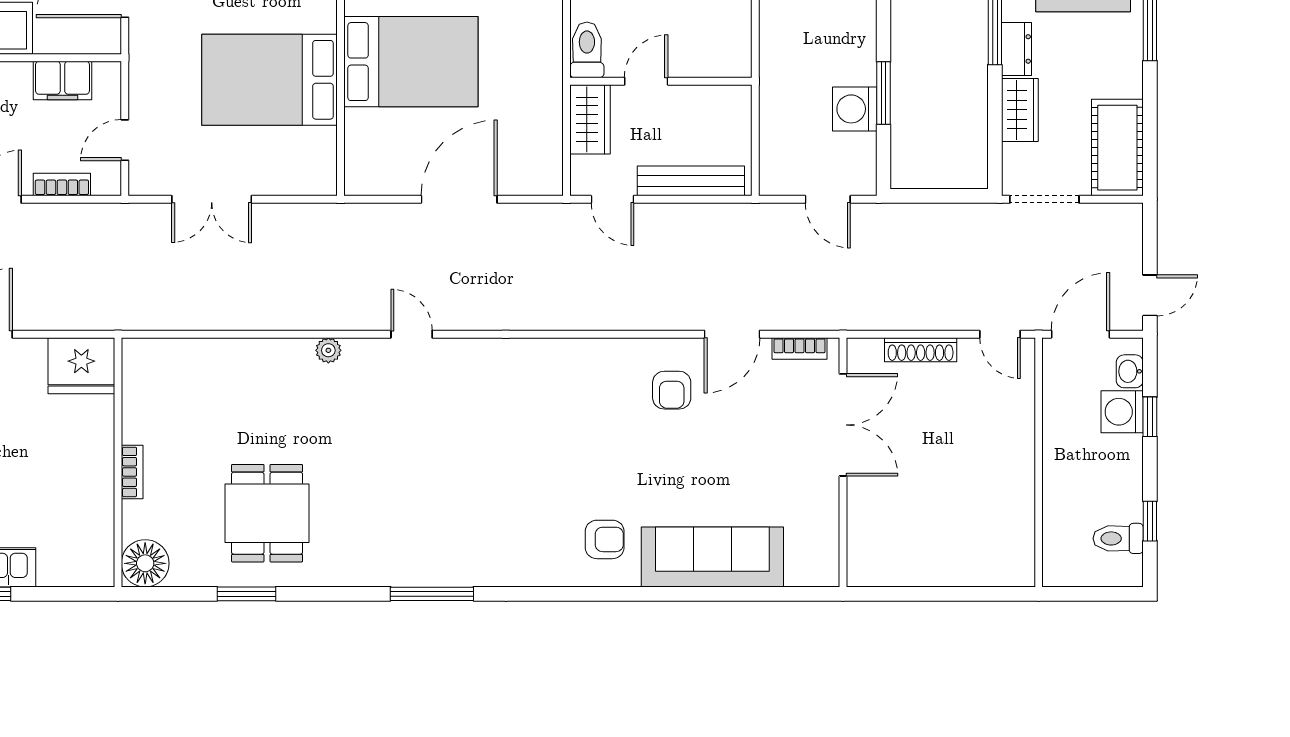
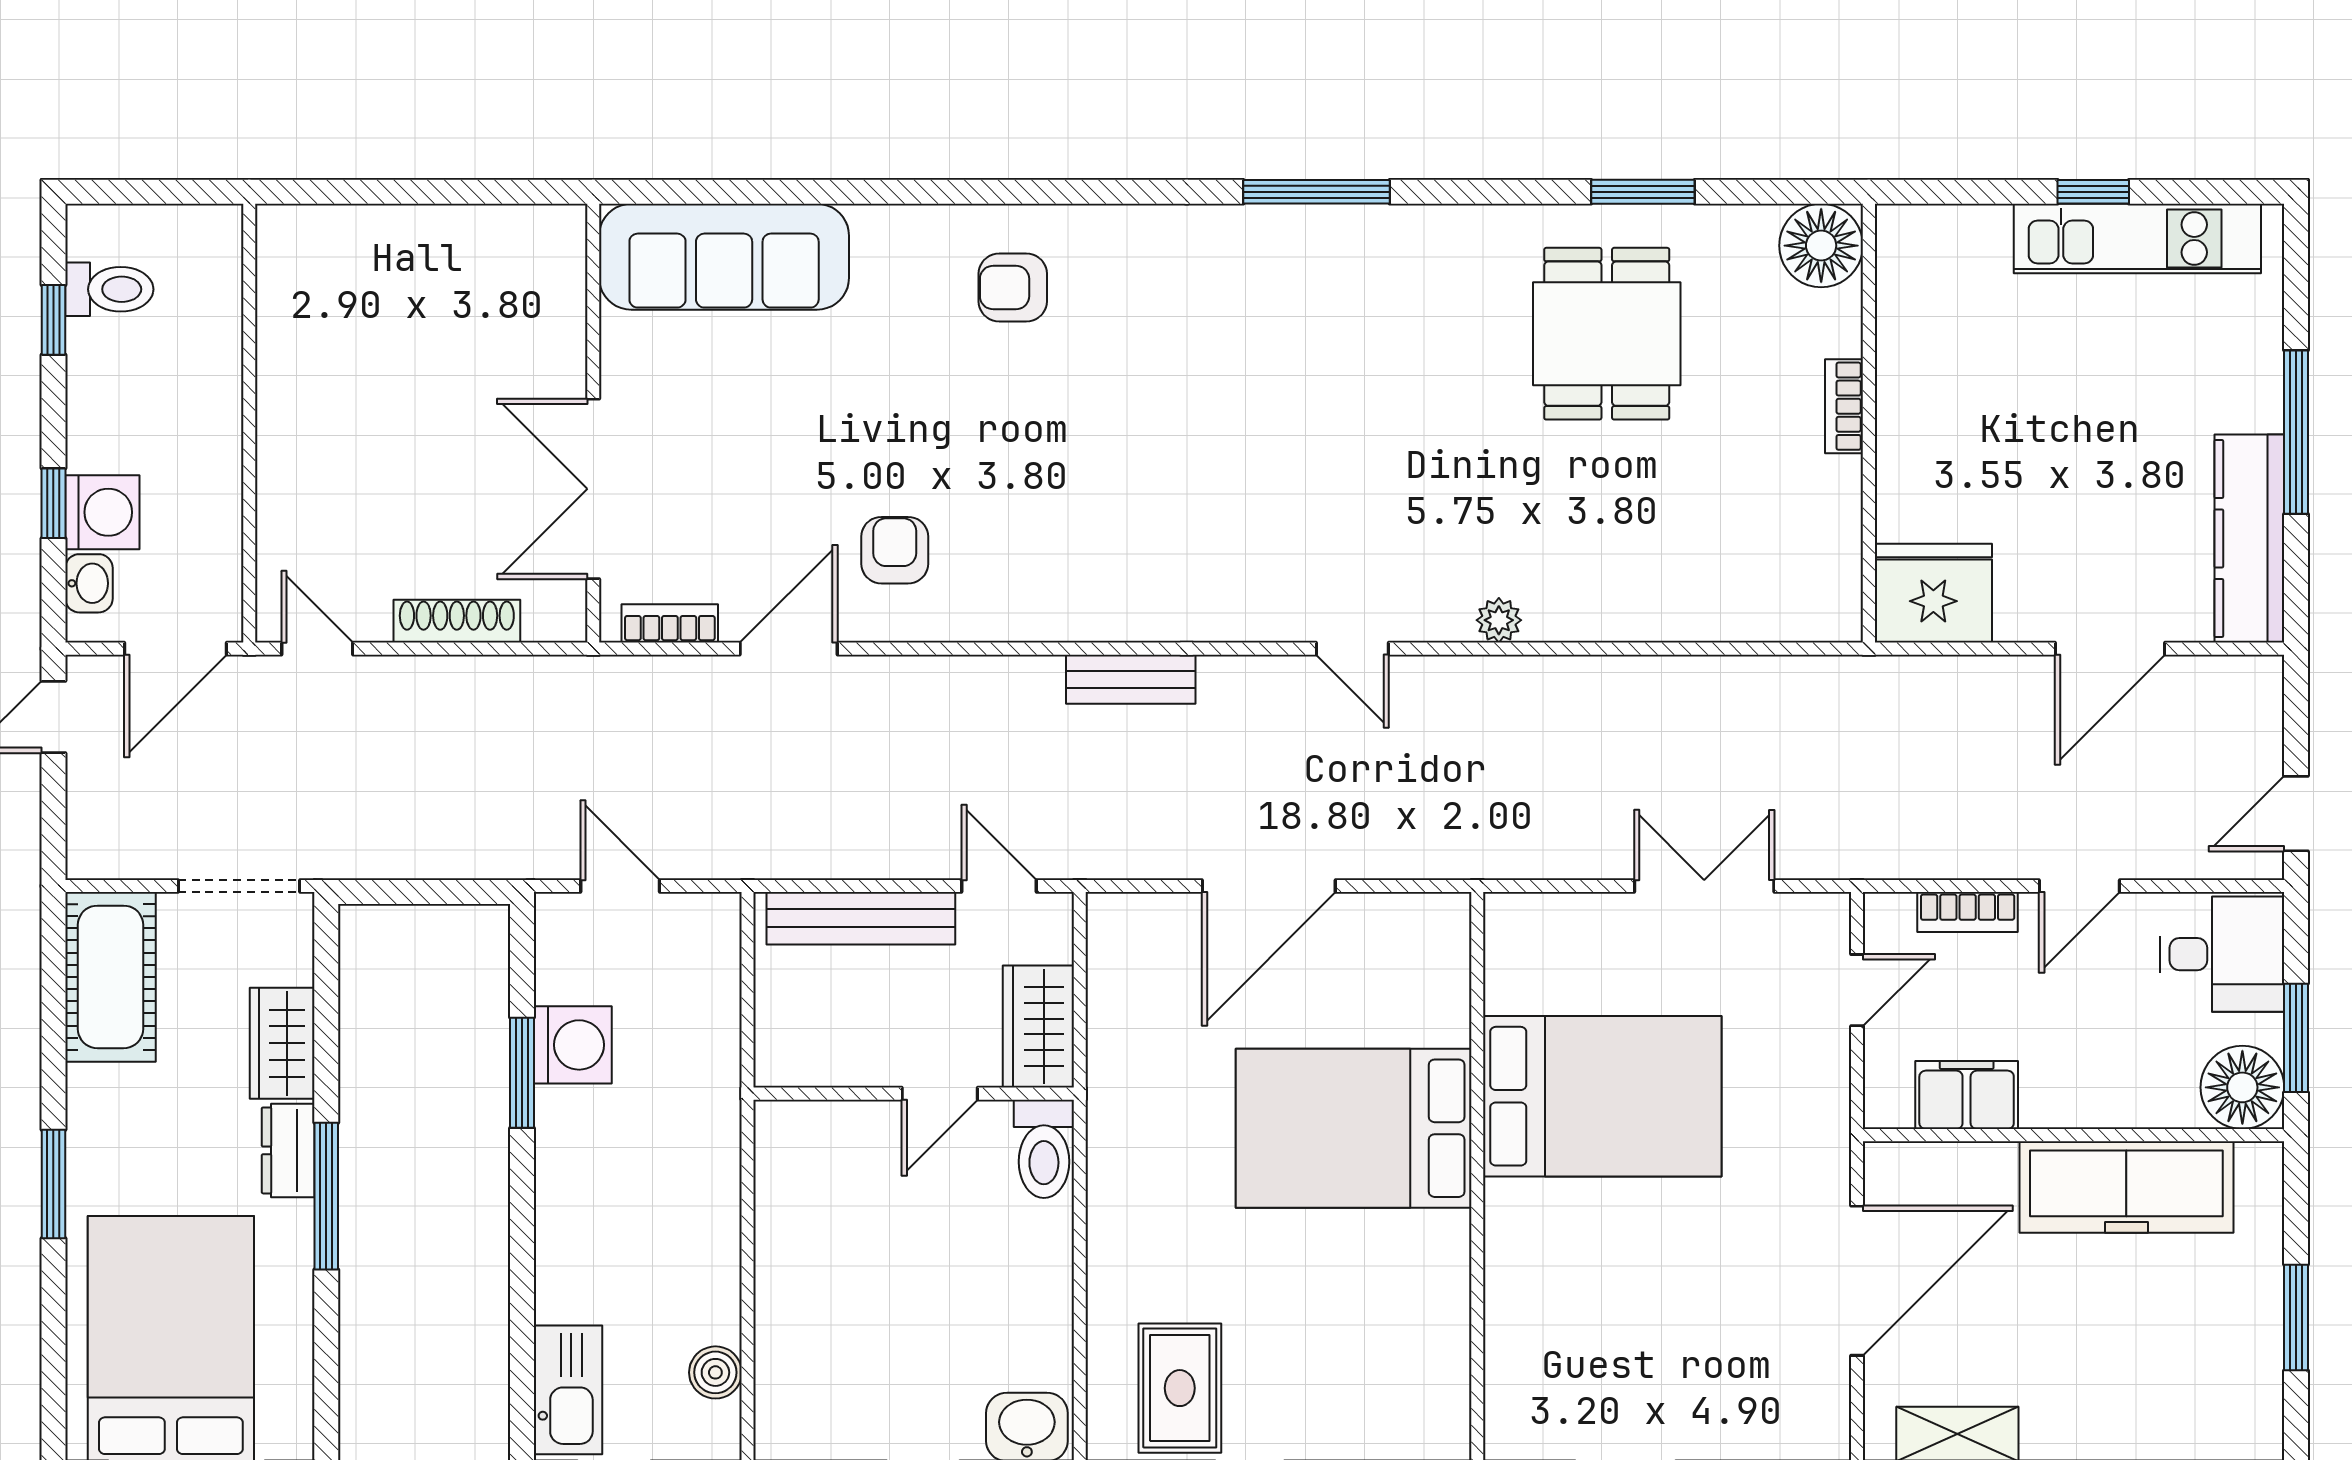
bench: (538, 317) -> (1131, 679), added
sofa: (712, 557) -> (724, 257), moved

